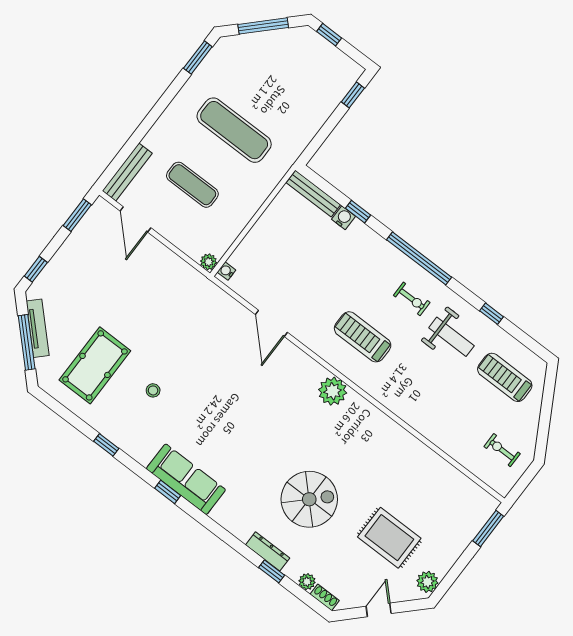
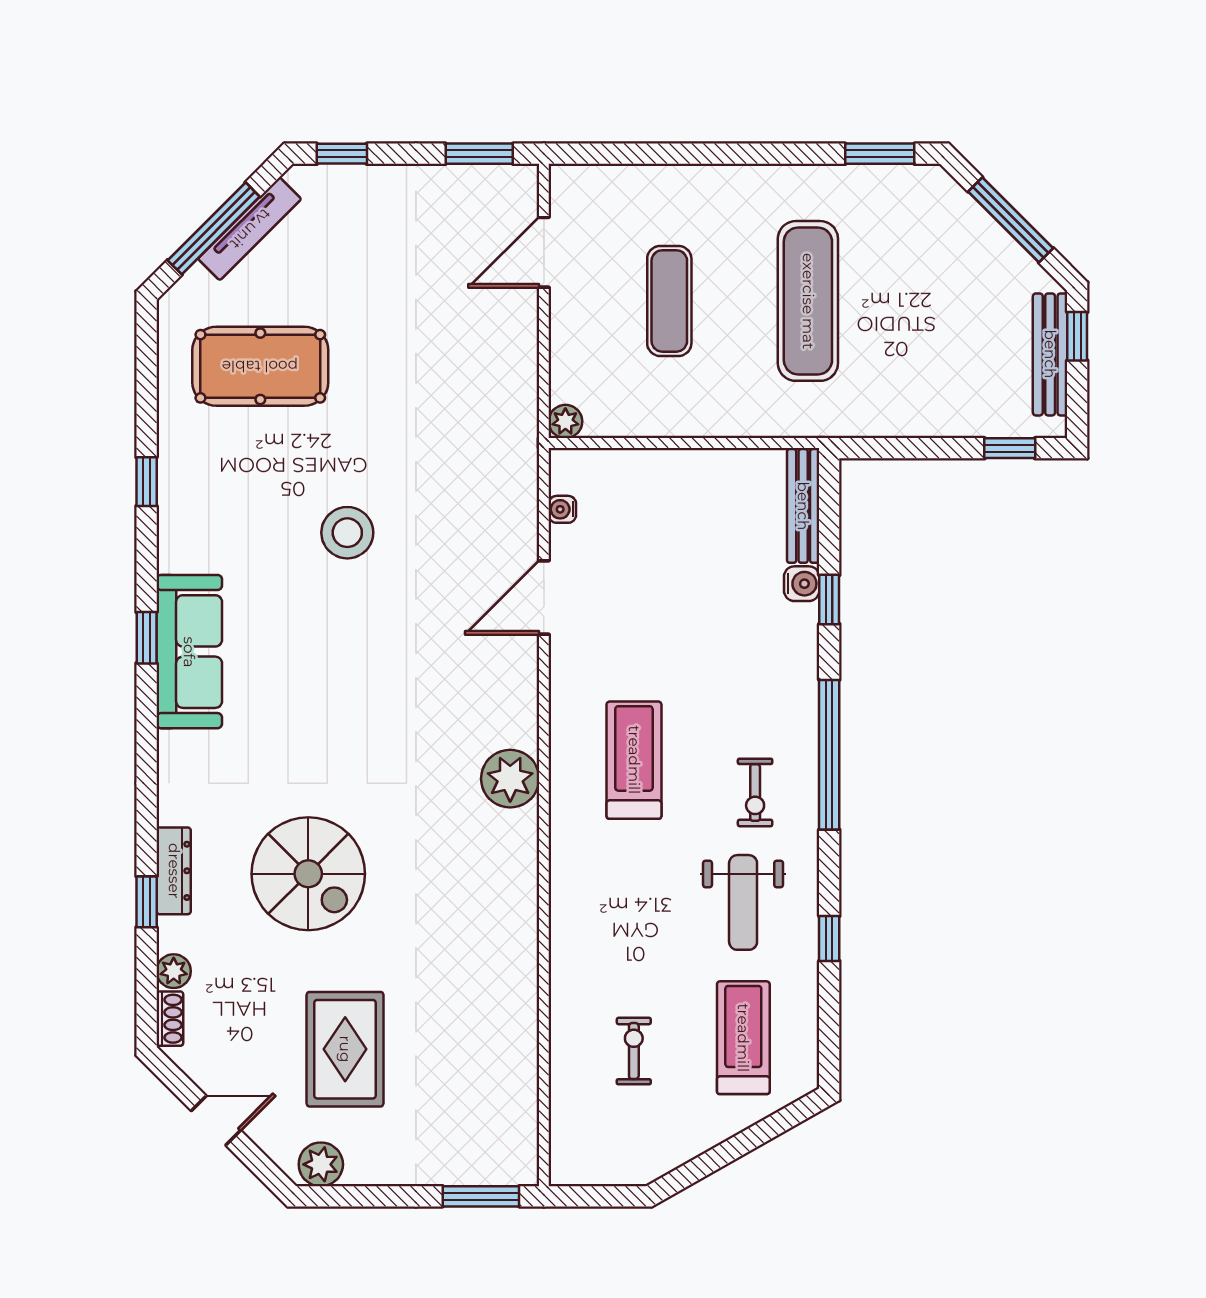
bench: (127, 172) -> (1050, 354), moved, turned 90
water cooler: (226, 271) -> (562, 509), moved, turned -90
stool: (153, 390) -> (347, 533), moved, width x1.89, depth x1.89
exercise bike: (502, 450) -> (634, 1051), moved

